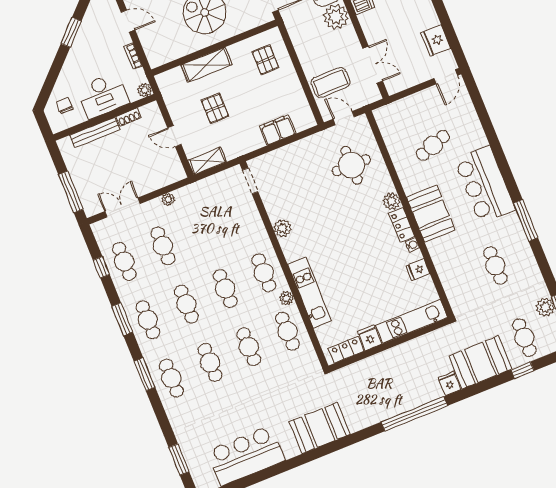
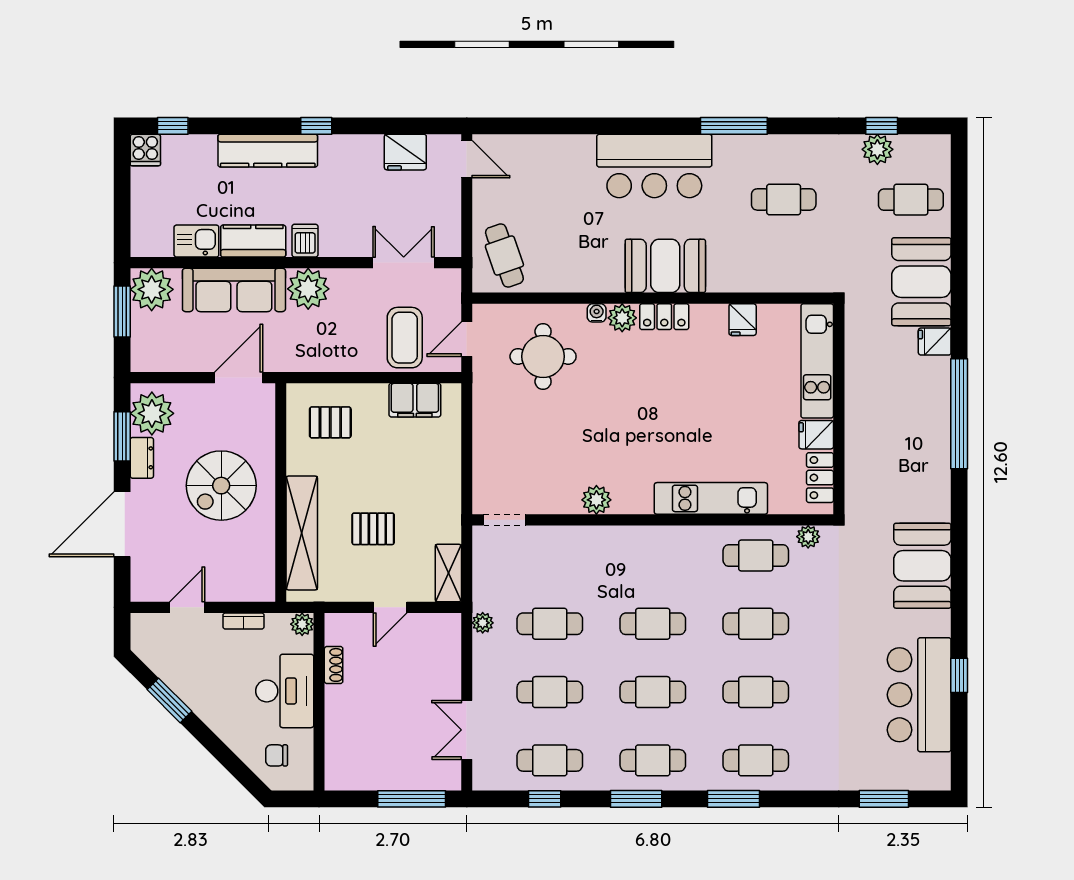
shelving: (207, 65) -> (302, 533), width x1.47
filing cabinet: (278, 130) -> (415, 400), moved, turned -90
bench: (95, 132) -> (336, 726), removed
cafe table: (433, 145) -> (504, 255), moved
plant: (168, 199) -> (483, 623), moved
water cooler: (412, 245) -> (597, 313), moved
cafe table: (264, 273) -> (550, 624), moved
plant: (286, 298) -> (808, 537), moved
window: (522, 370) -> (959, 675), moved

